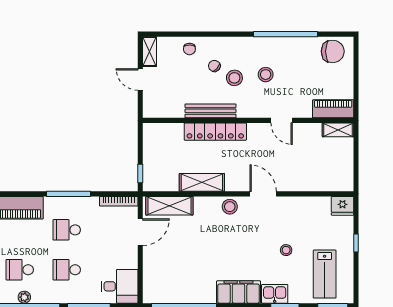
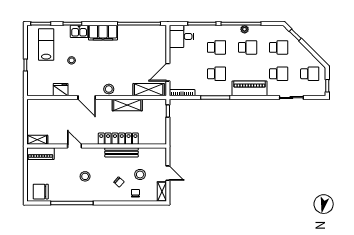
stool: (234, 78) -> (140, 175), moved
fridge: (343, 206) -> (61, 90), moved

